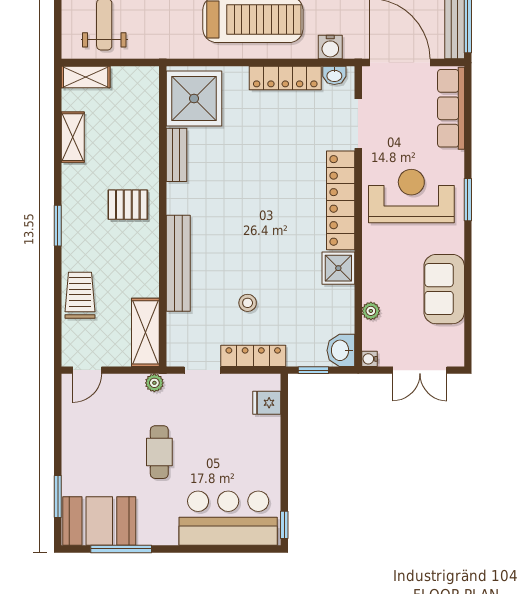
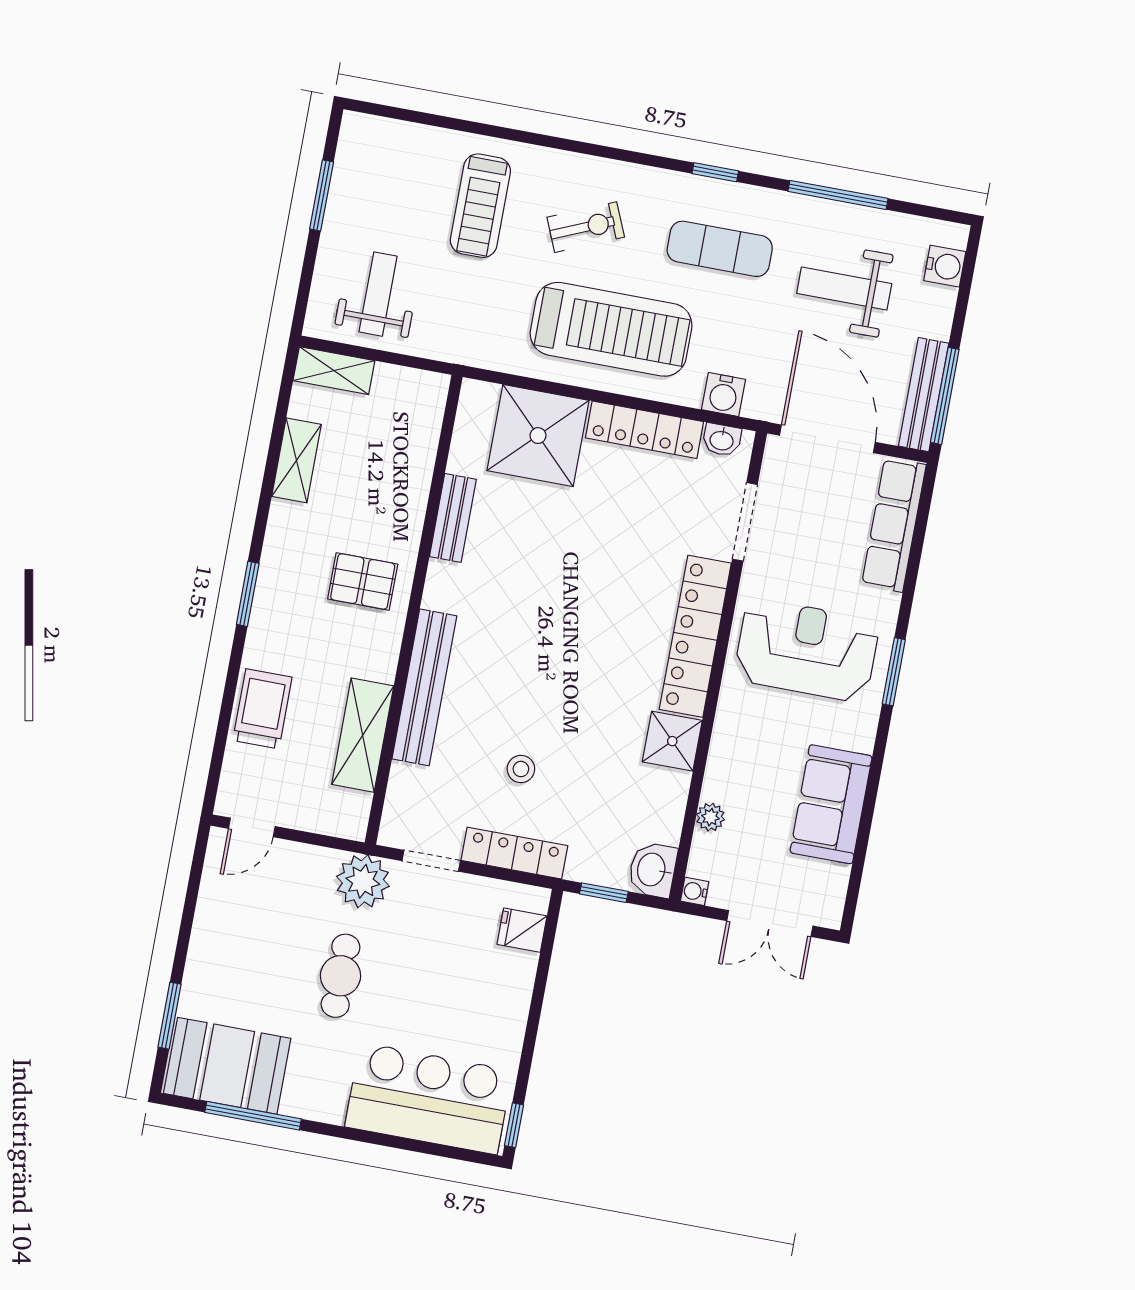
shower: (194, 98) -> (538, 436), moved
shelving: (145, 332) -> (363, 735), moved
plant: (154, 383) -> (363, 881), width x1.88, depth x1.88

